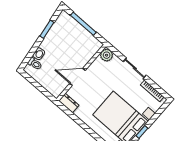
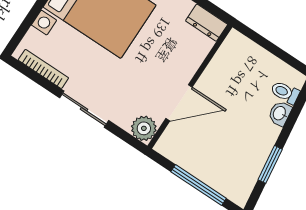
door: (78, 77) -> (179, 103), moved

